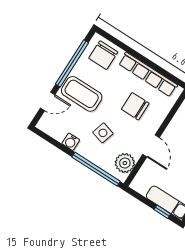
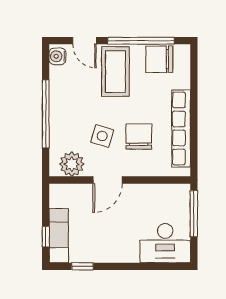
chair: (103, 55) -> (159, 59), moved
side table: (103, 133) -> (102, 136), moved
water cooler: (71, 142) -> (58, 56), moved
window: (96, 169) -> (46, 114), moved

